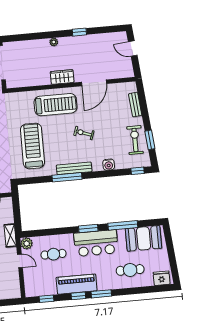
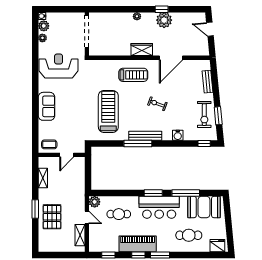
plant: (83, 43) -> (164, 20), added
treadmill: (56, 105) -> (133, 75), width x0.73, depth x0.73
exercise bike: (135, 140) -> (204, 115), turned 180
shelving: (10, 235) -> (80, 235), moved

